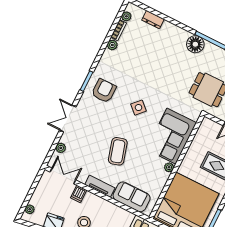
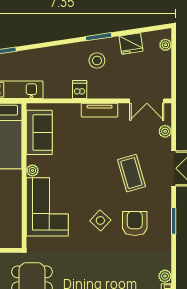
armchair: (104, 91) -> (135, 223), moved, turned 180
coffee table: (118, 151) -> (131, 173), moved
dishwasher: (79, 194) -> (80, 90), moved
sofa: (132, 197) -> (39, 132), moved, turned -90

